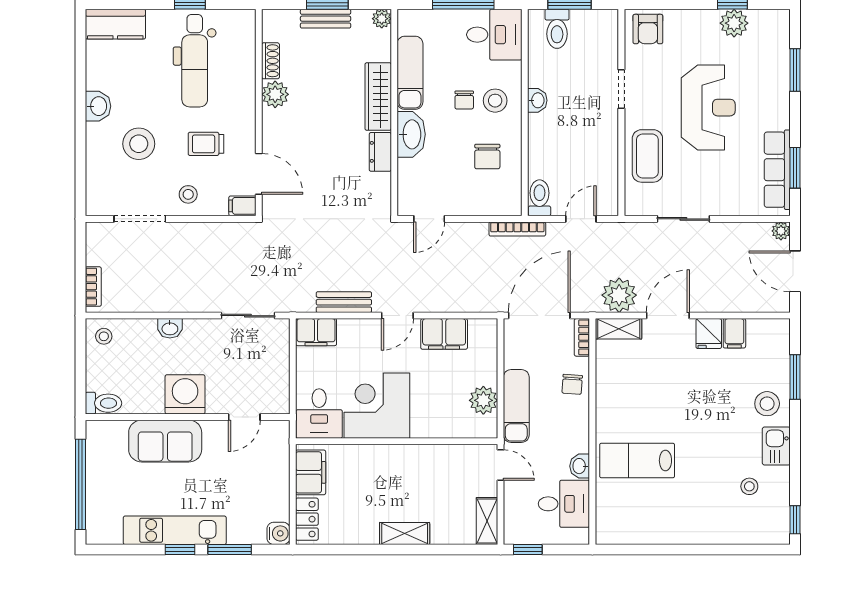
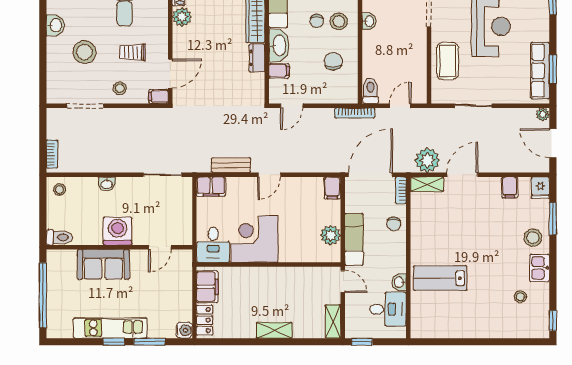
chair: (487, 156) -> (333, 61), turned 180
filing cabinet: (411, 170) -> (279, 71), added
door: (259, 174) -> (170, 74), hinge flipped
filing cabinet: (444, 334) -> (332, 188), moved, width x0.50
fridge: (709, 334) -> (540, 188), moved

